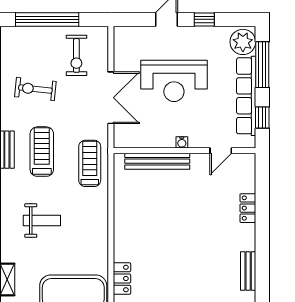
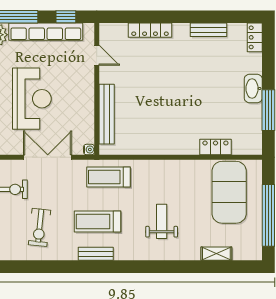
water cooler: (182, 142) -> (89, 150), moved
locker: (248, 208) -> (150, 30), width x1.53

